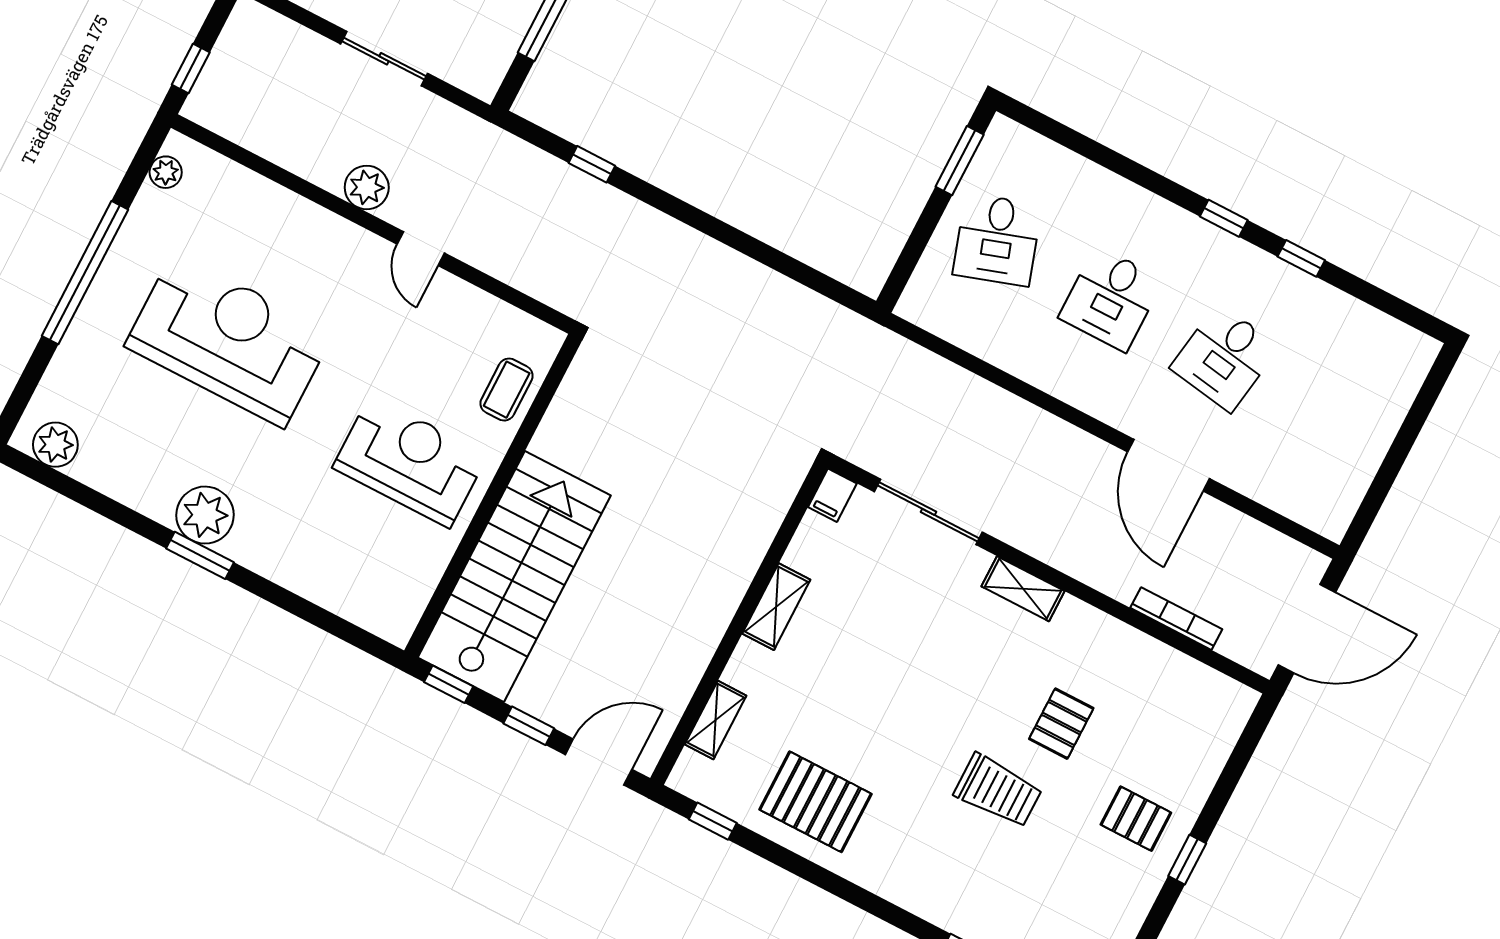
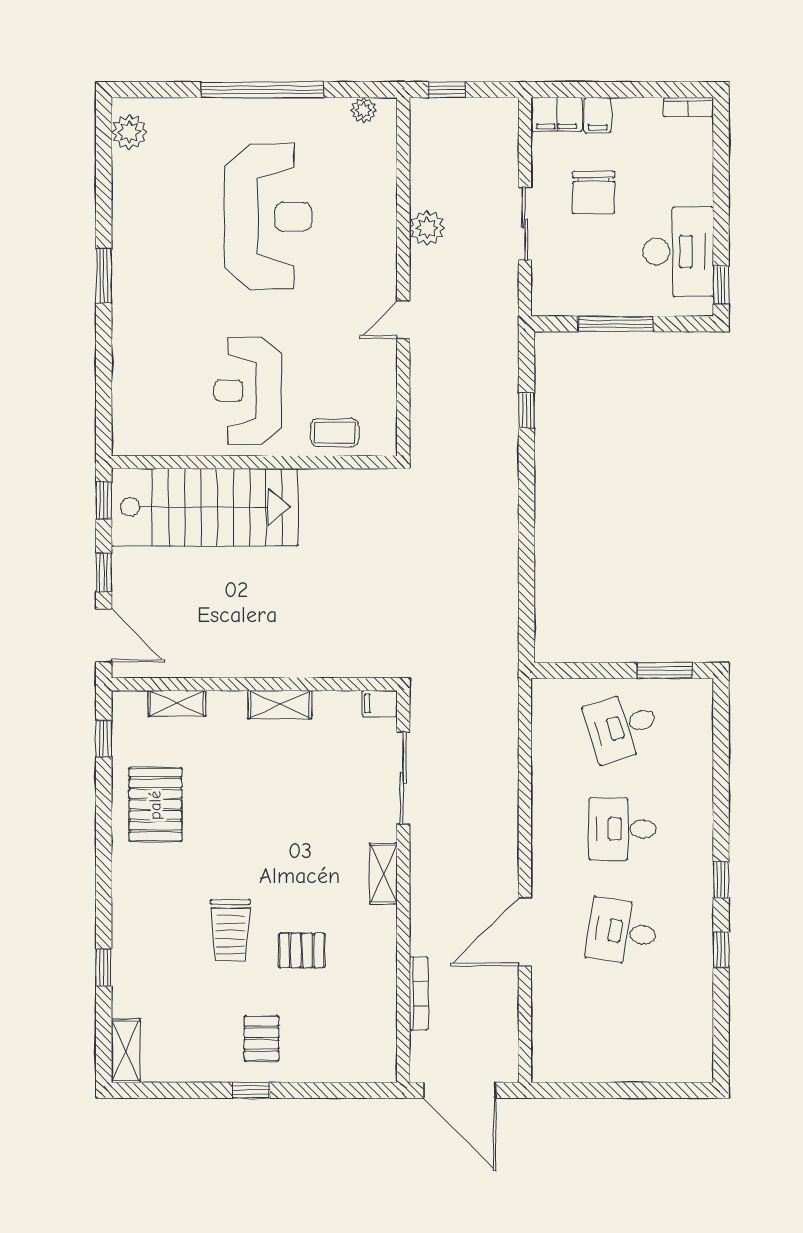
plant: (367, 187) -> (427, 228), moved
reception desk: (410, 461) -> (248, 391), turned 180
plant: (205, 515) -> (134, 264), removed

